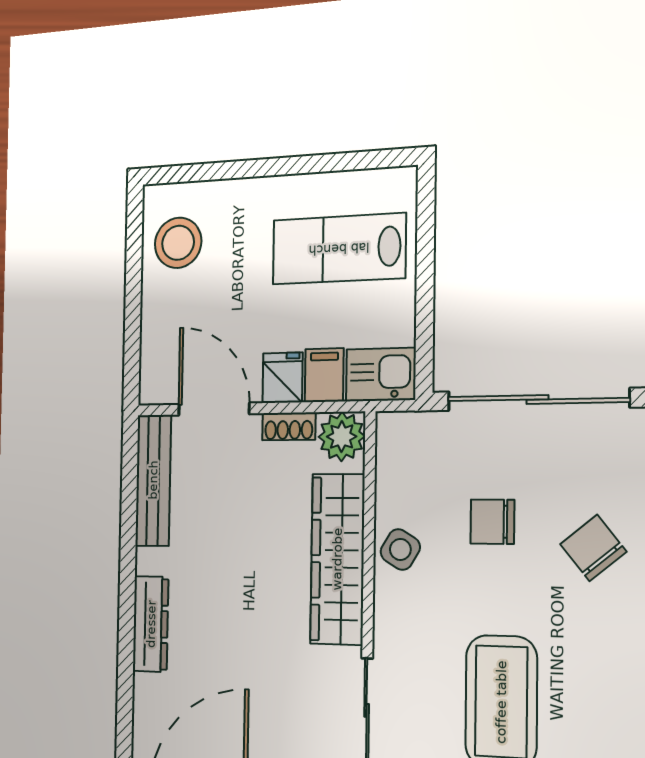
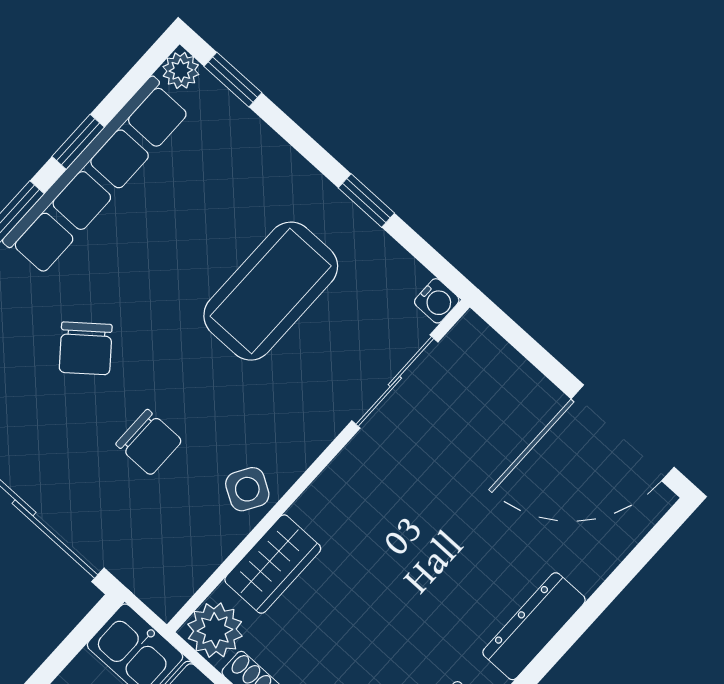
wardrobe: (337, 559) -> (273, 564), width x0.48, depth x0.85

